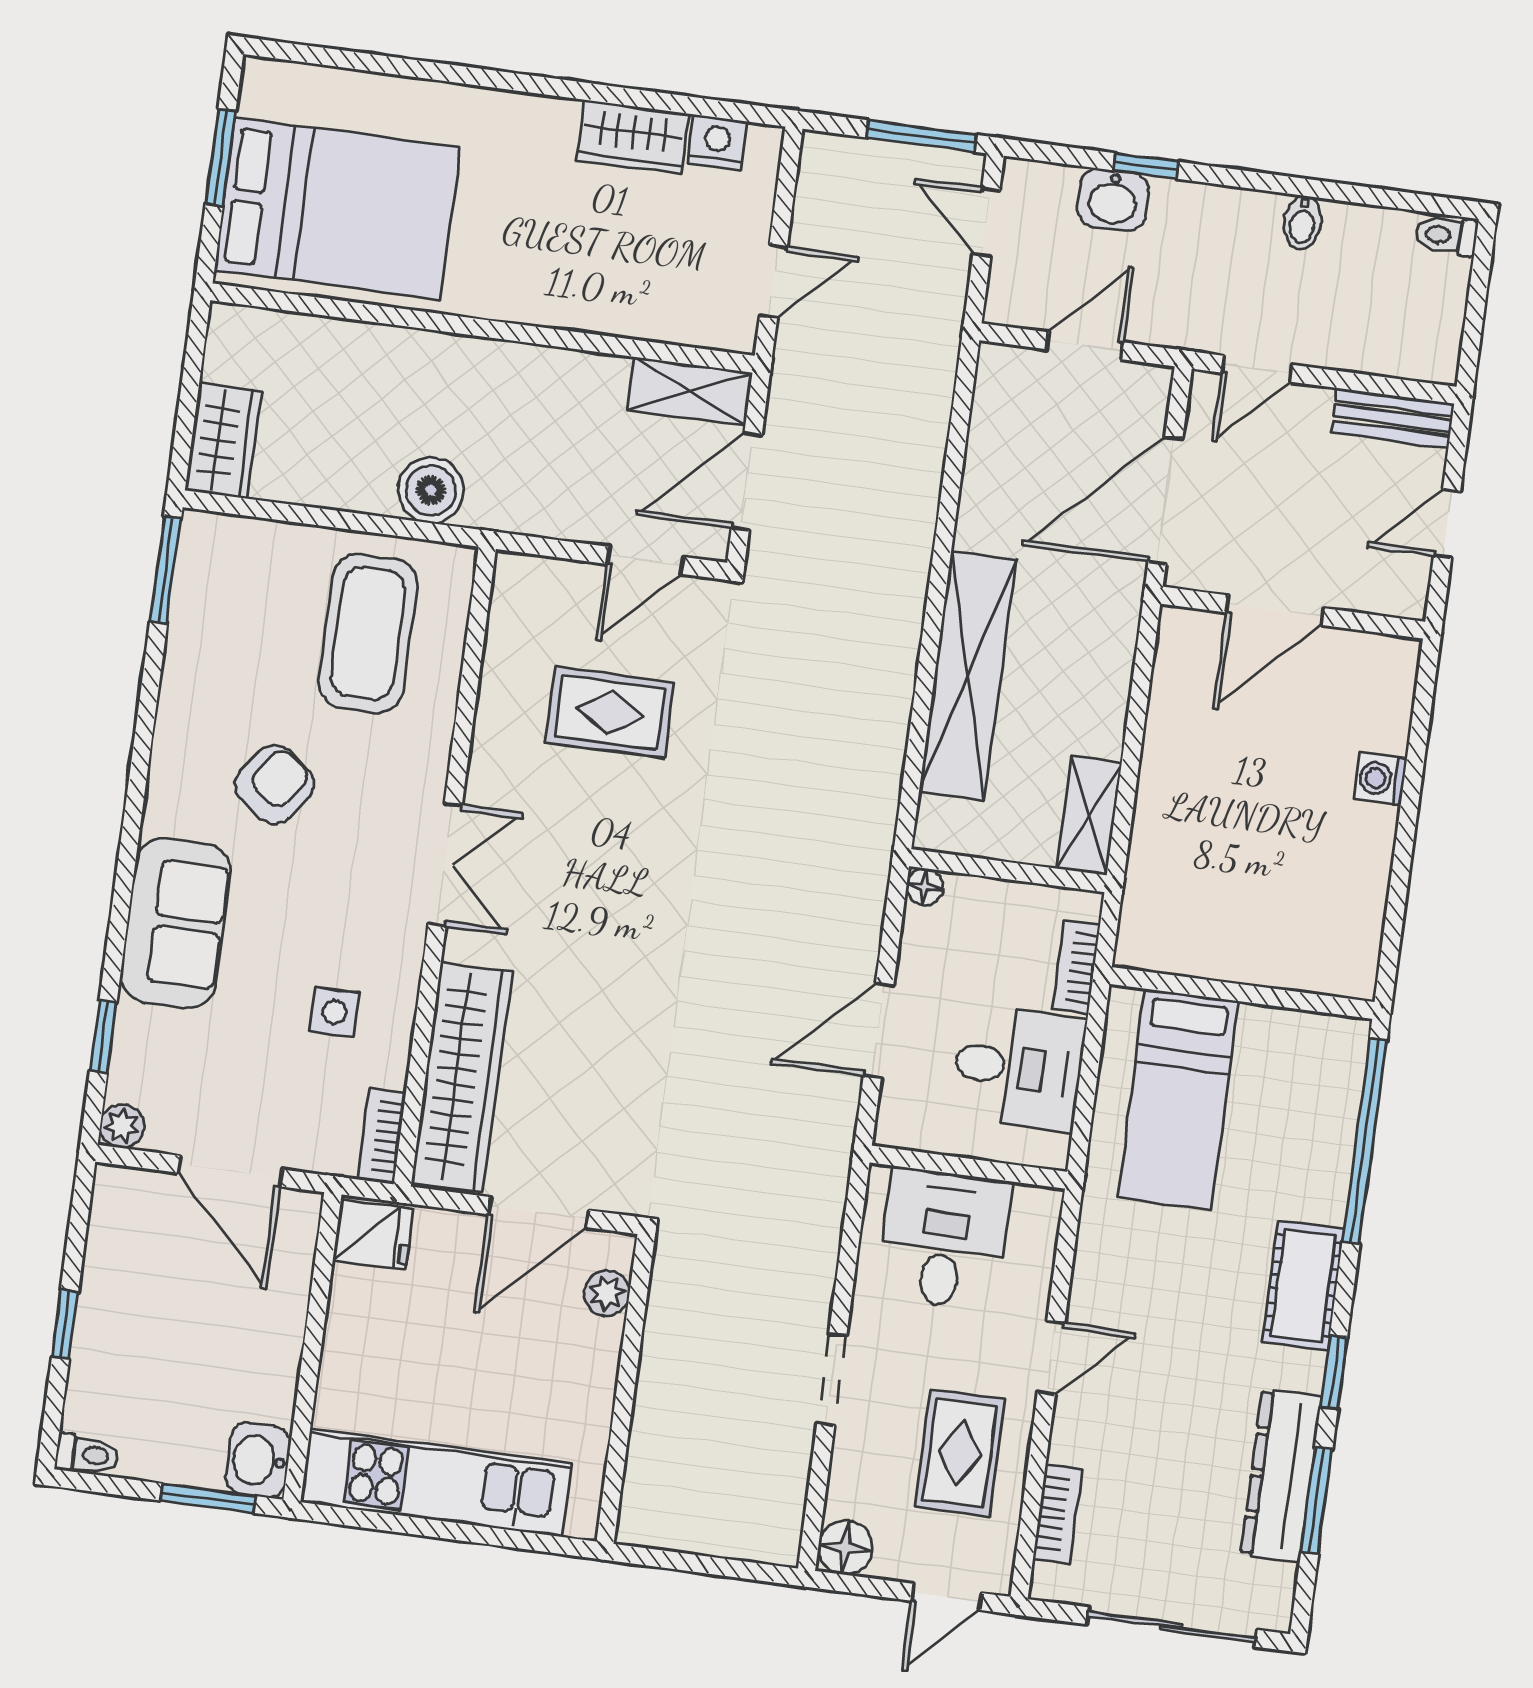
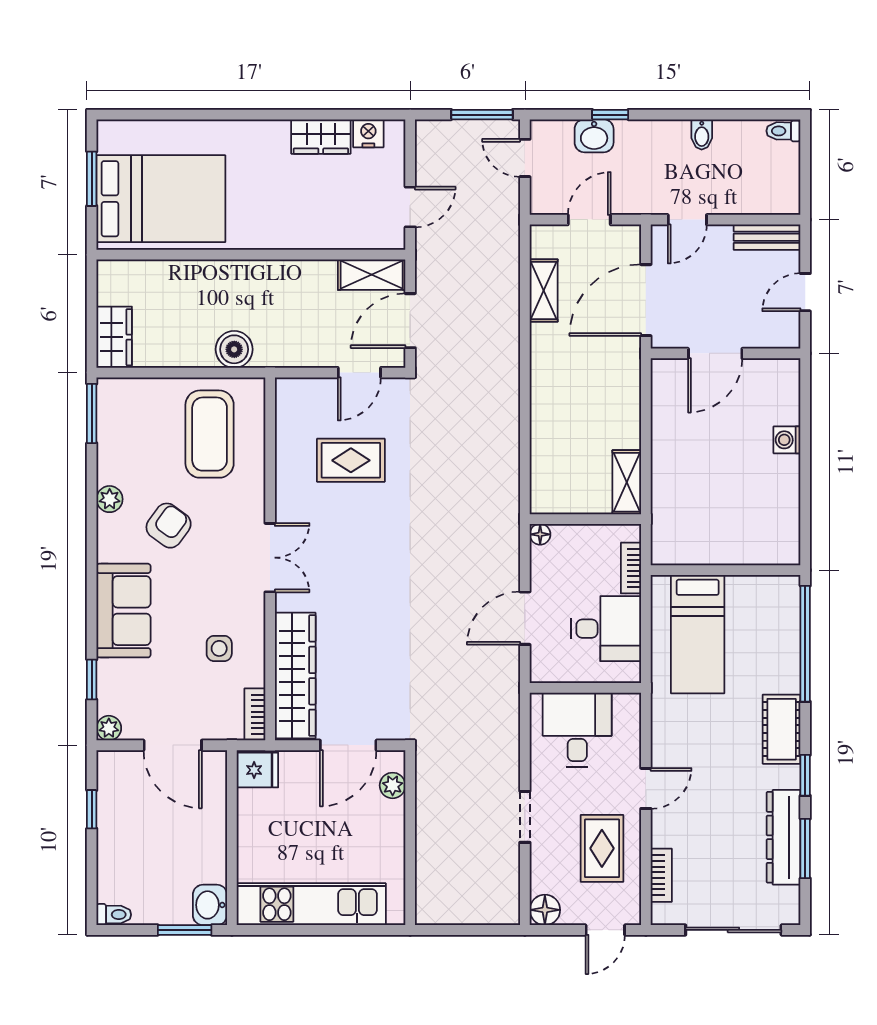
shelving: (968, 676) -> (544, 291), moved, width x0.45, depth x0.75
plant: (177, 724) -> (110, 499), added
window: (65, 1324) -> (92, 809), moved

